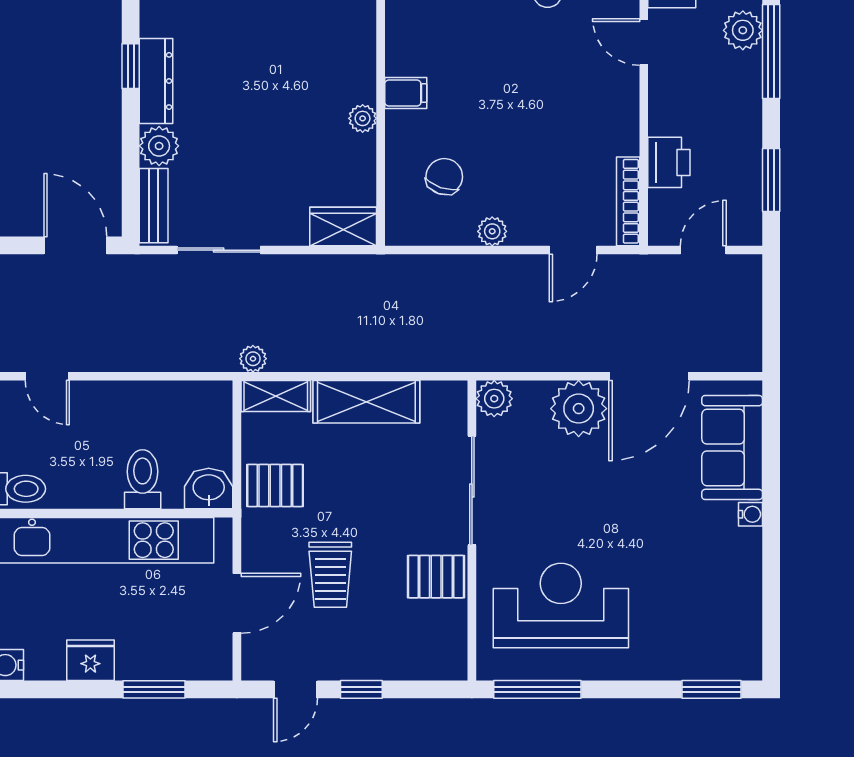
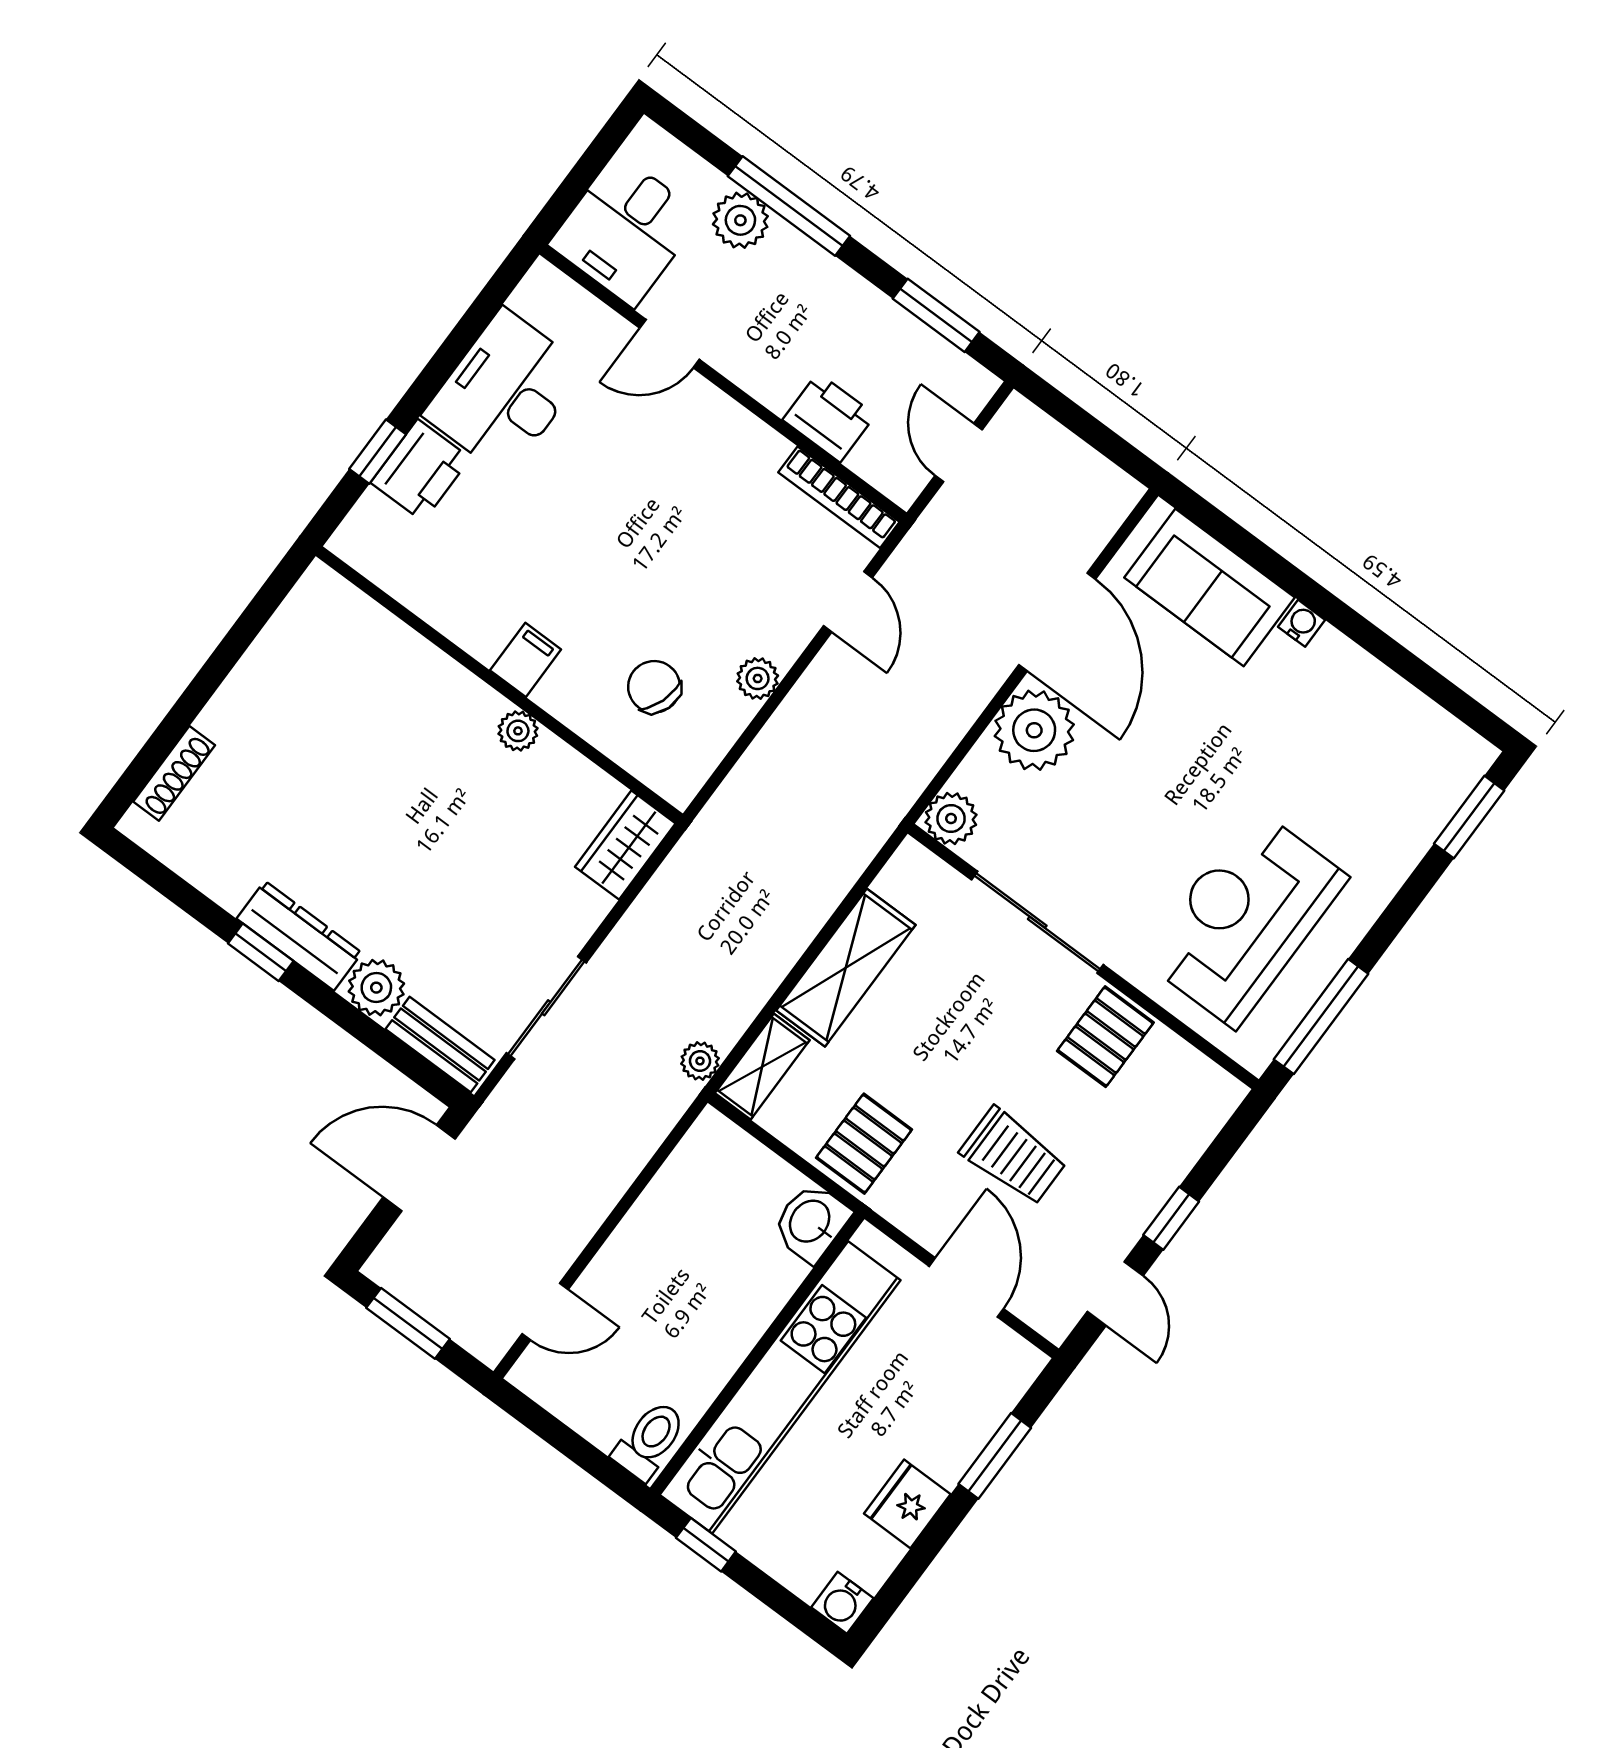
toilet: (143, 479) -> (744, 1290), removed

